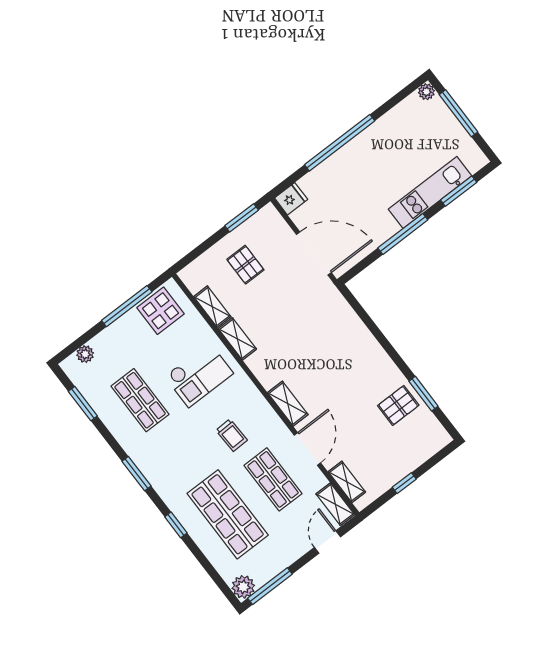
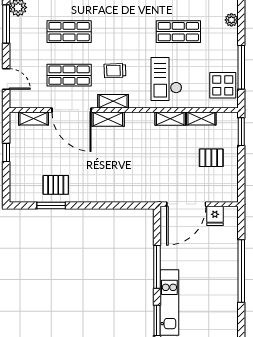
fridge: (291, 199) -> (215, 216), moved
window: (242, 218) -> (241, 132), moved
pallet: (398, 405) -> (56, 185), turned 90
door: (307, 449) -> (72, 110), width x1.36
shelving: (335, 504) -> (113, 101), moved
shop shelf: (228, 514) -> (69, 32), width x0.70, depth x0.74

